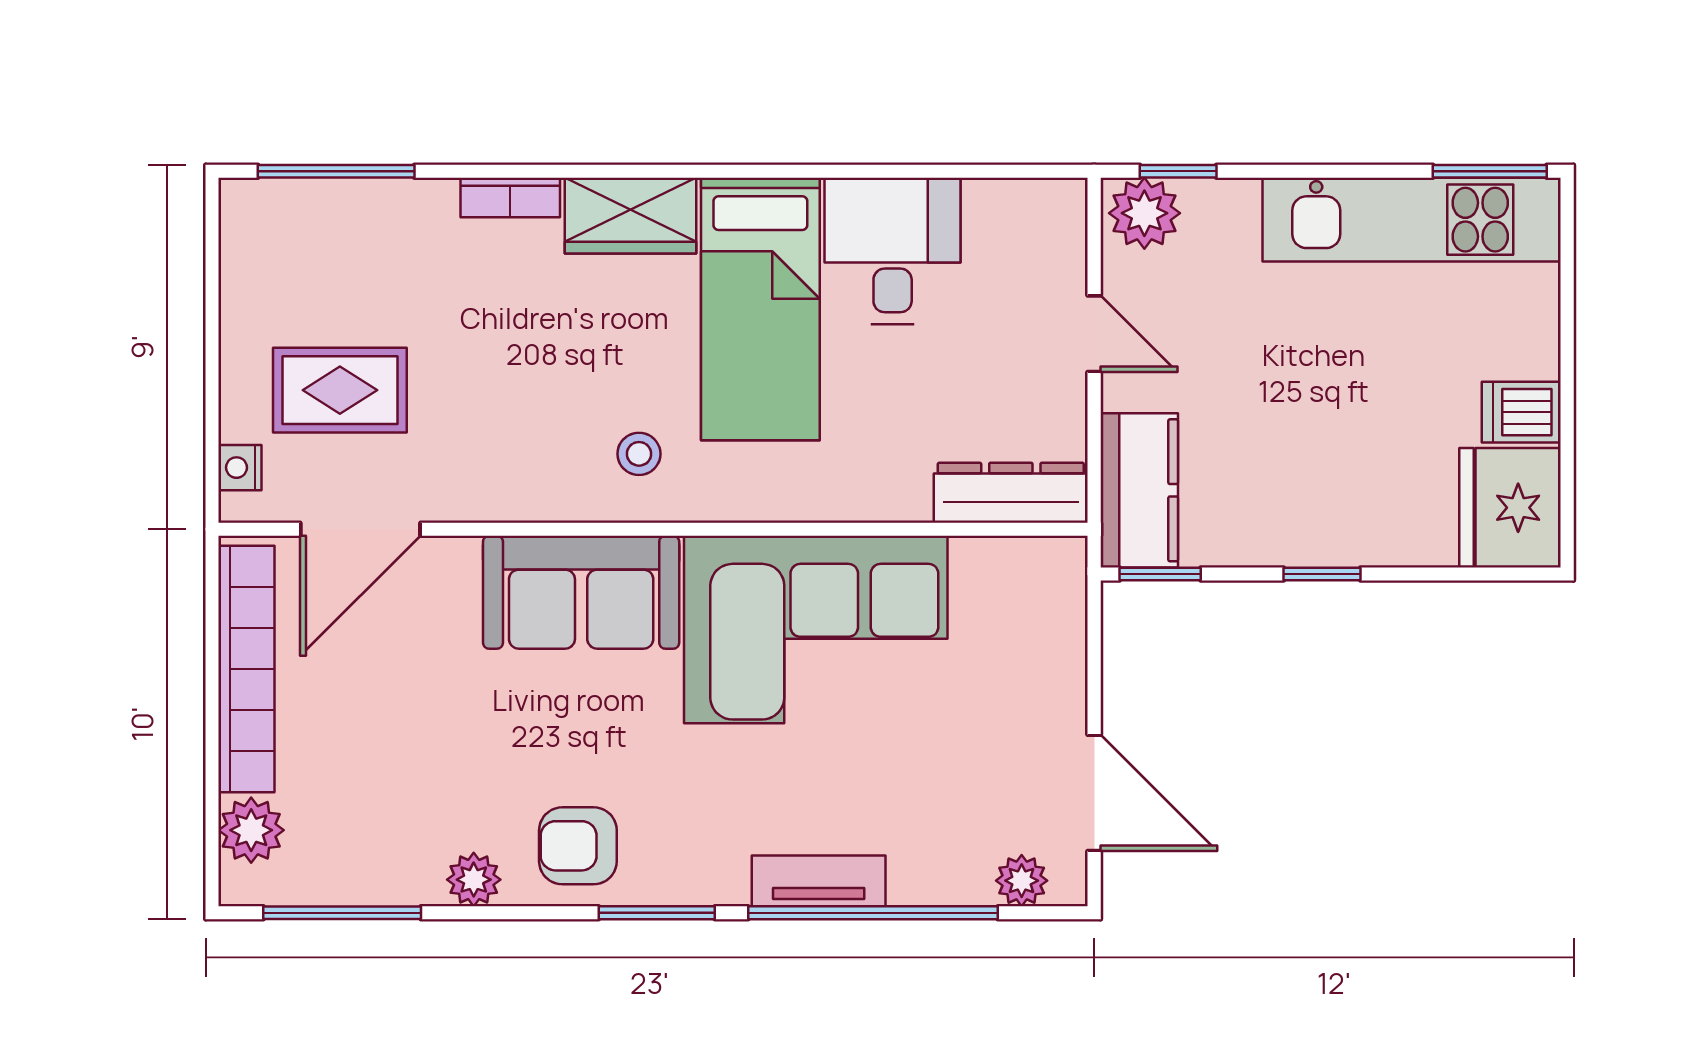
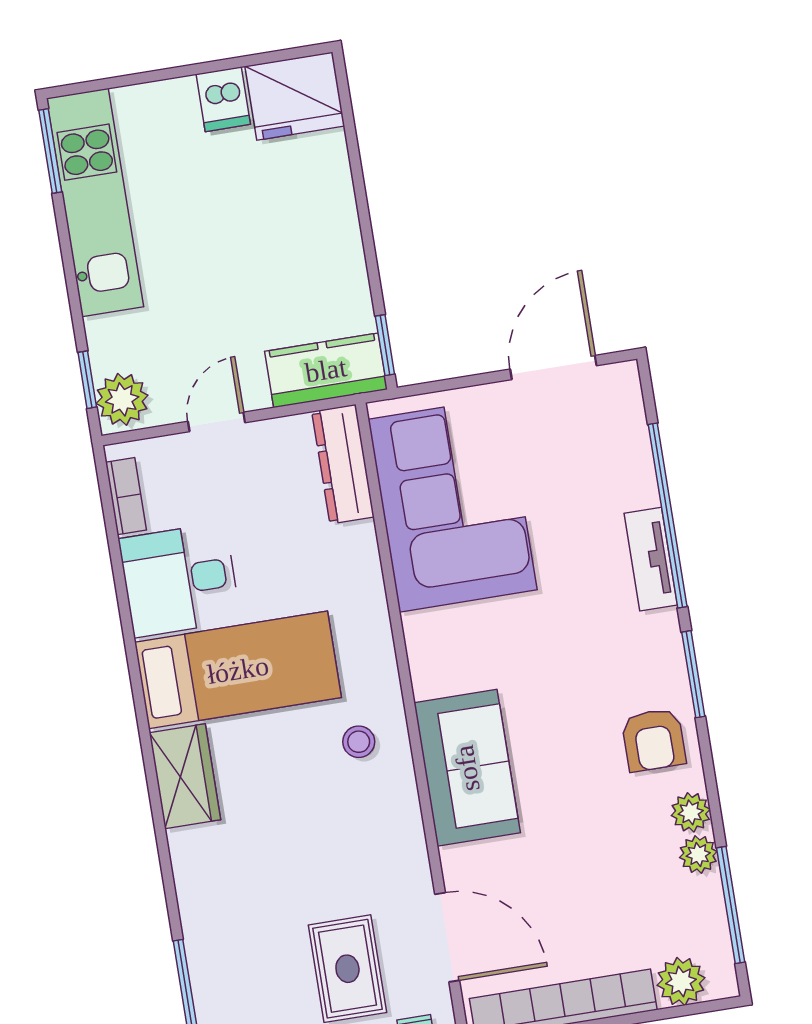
bookcase: (510, 197) -> (126, 496), moved
window: (1322, 574) -> (366, 226), removed
corner sofa: (816, 629) -> (453, 505), moved
plant: (1022, 881) -> (698, 855), moved

